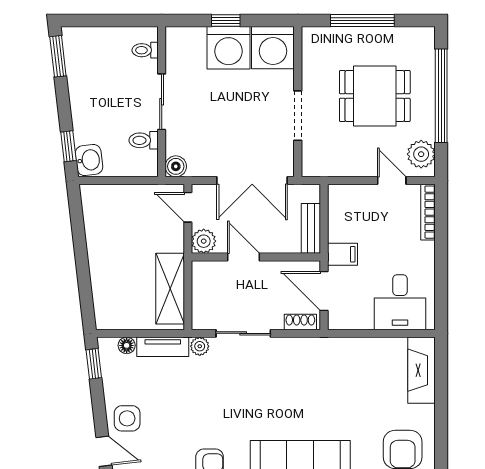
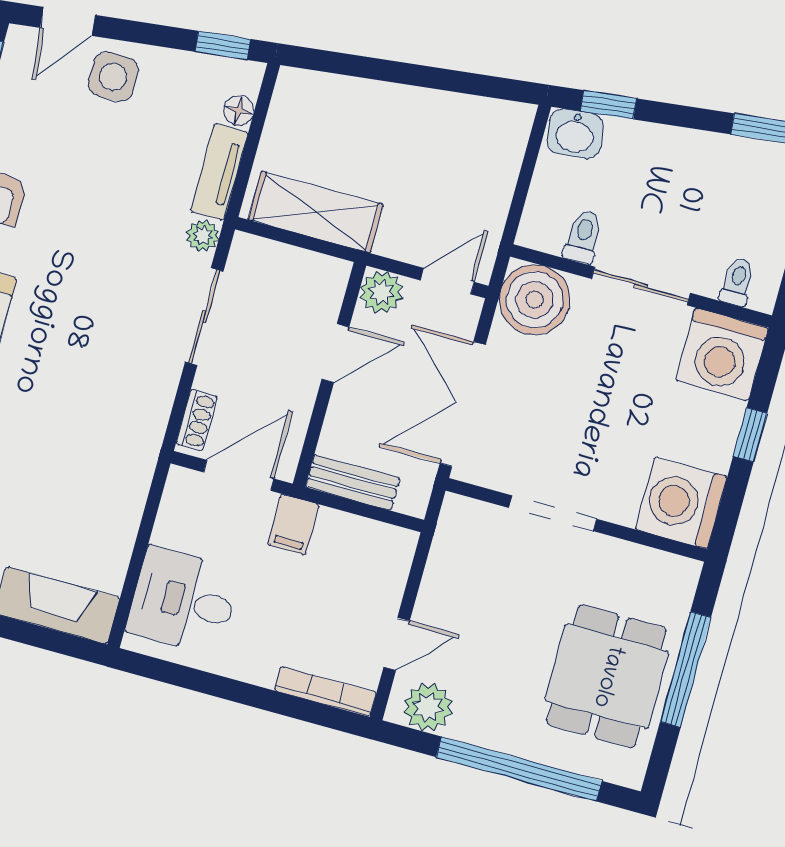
washing machine: (228, 48) -> (722, 354), moved, turned -90
dining table: (375, 96) -> (607, 676), moved
boiler: (176, 166) -> (535, 300), width x1.86, depth x1.86

